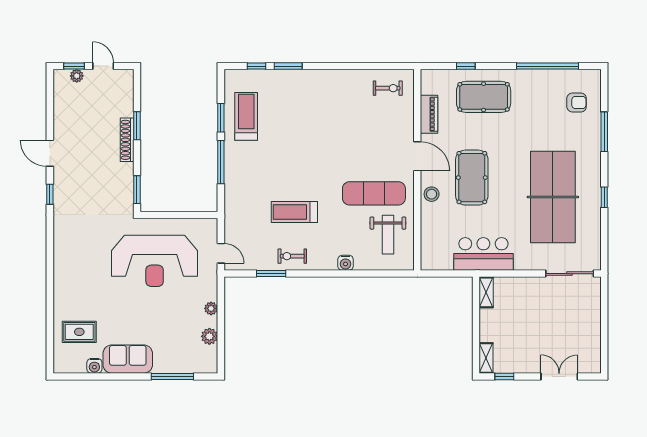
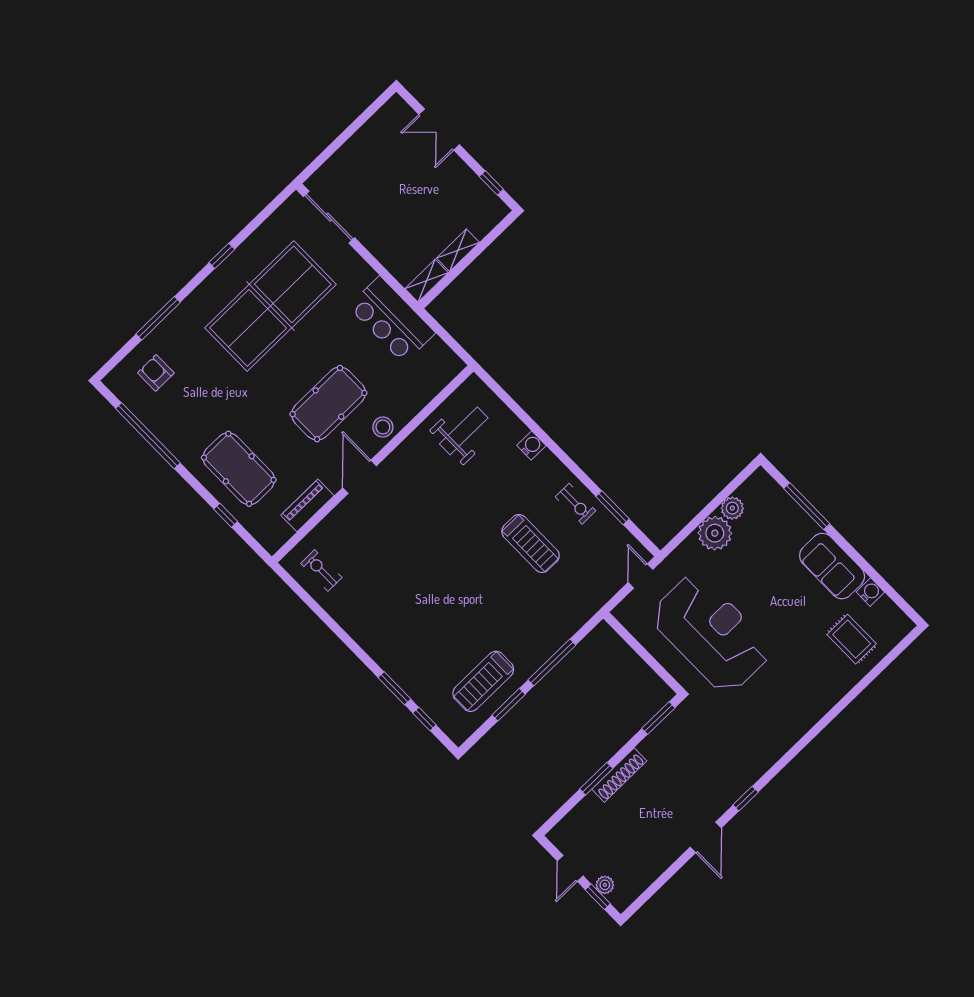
exercise mat: (374, 193) -> (437, 484), removed
plant: (211, 308) -> (715, 533), width x1.87, depth x1.87
shelving: (486, 358) -> (458, 250), moved

